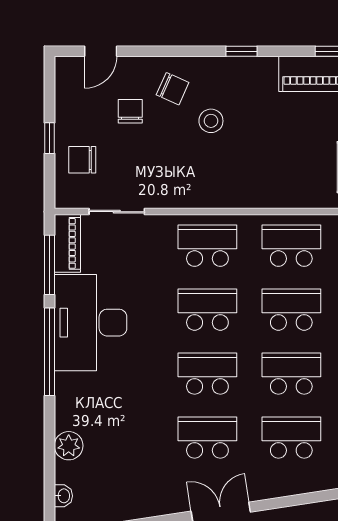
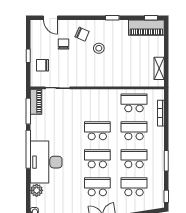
door: (101, 51) -> (51, 18), hinge flipped
school desk: (207, 246) -> (97, 103), removed
desk: (91, 323) -> (46, 162), moved

